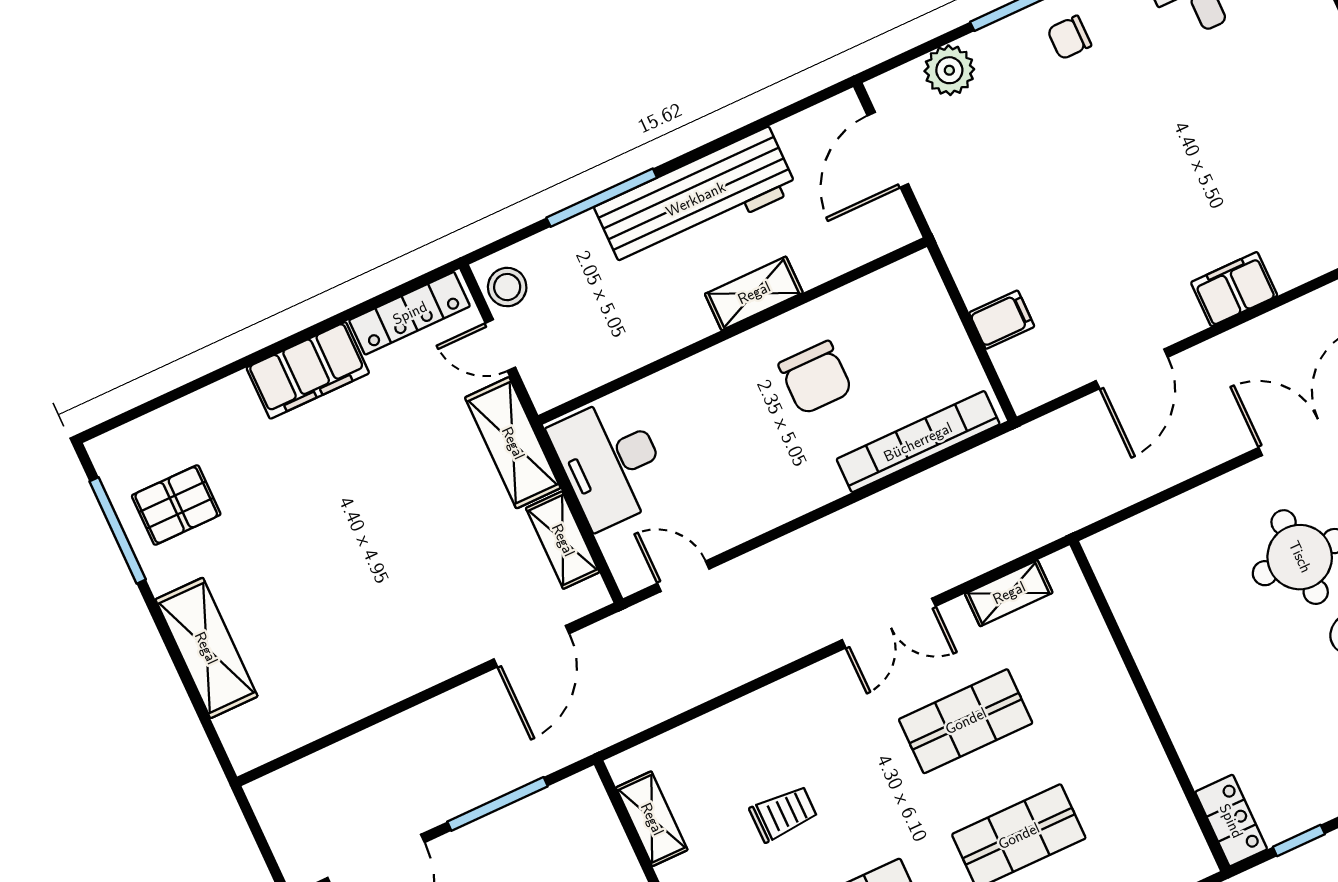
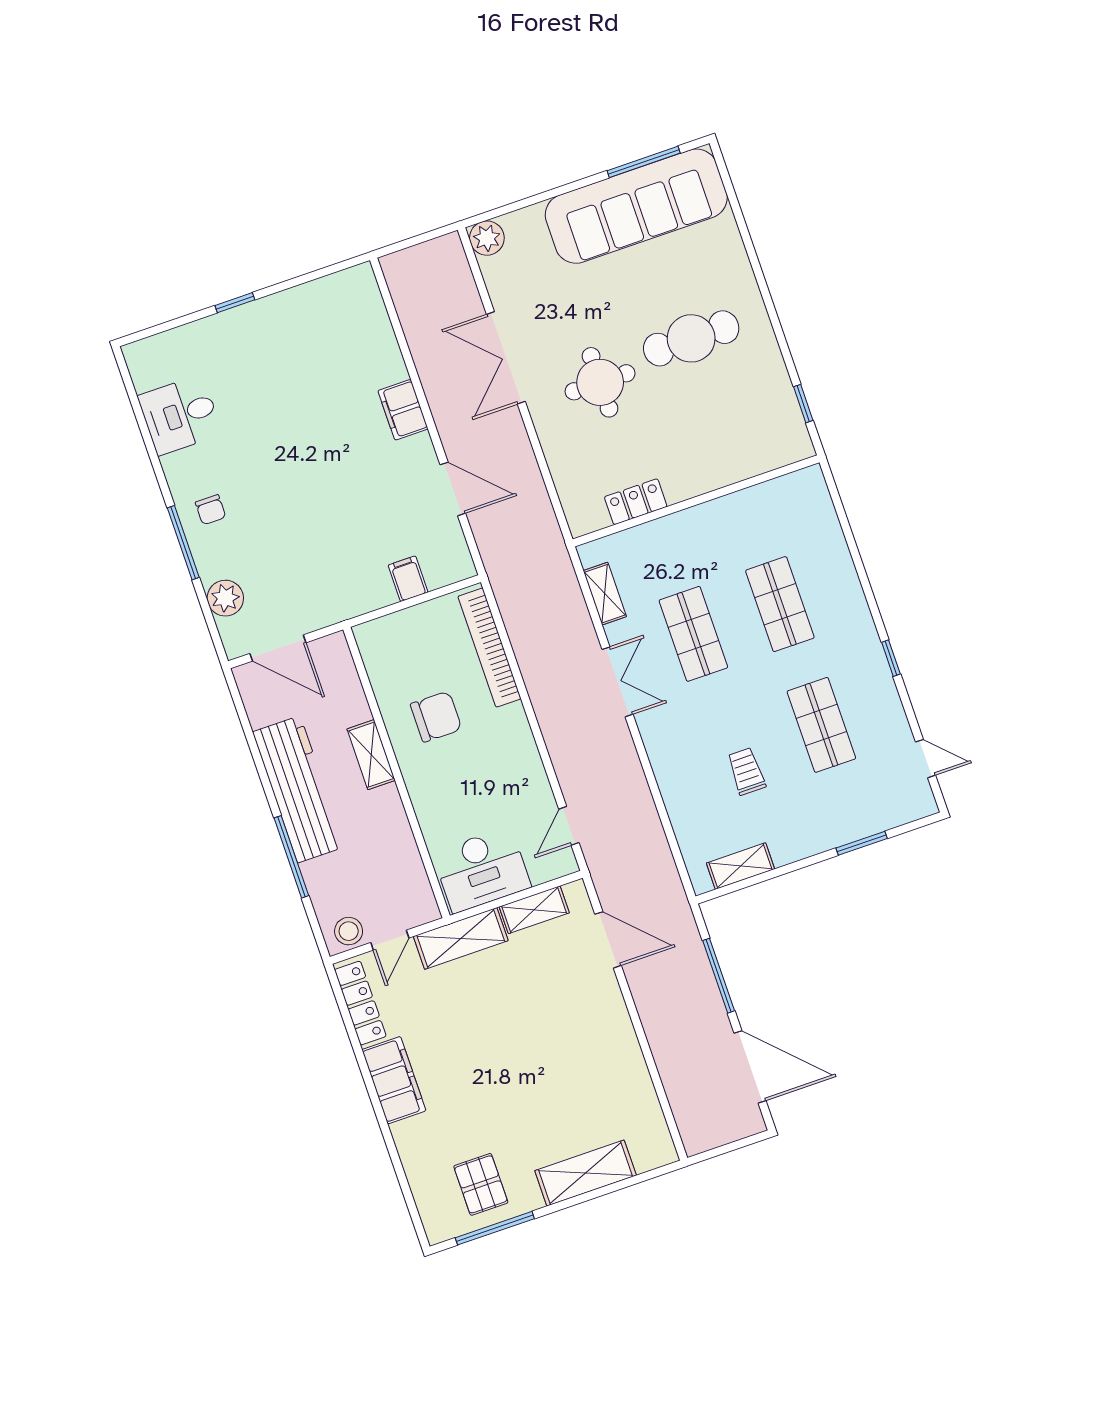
locker: (1231, 821) -> (636, 502), moved

